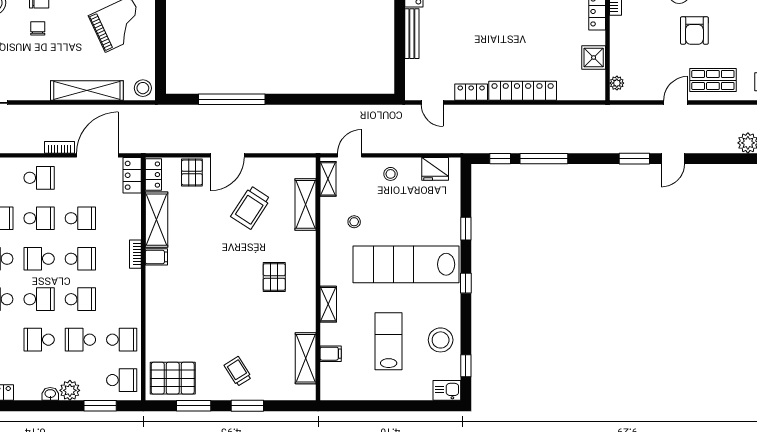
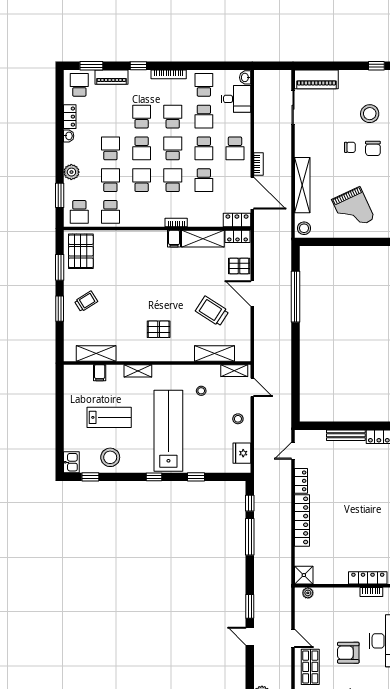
shower: (594, 57) -> (304, 575), moved
school desk: (80, 259) -> (173, 180), turned 180
school desk: (80, 299) -> (142, 180), turned 180
washbasin: (50, 394) -> (69, 136), moved

